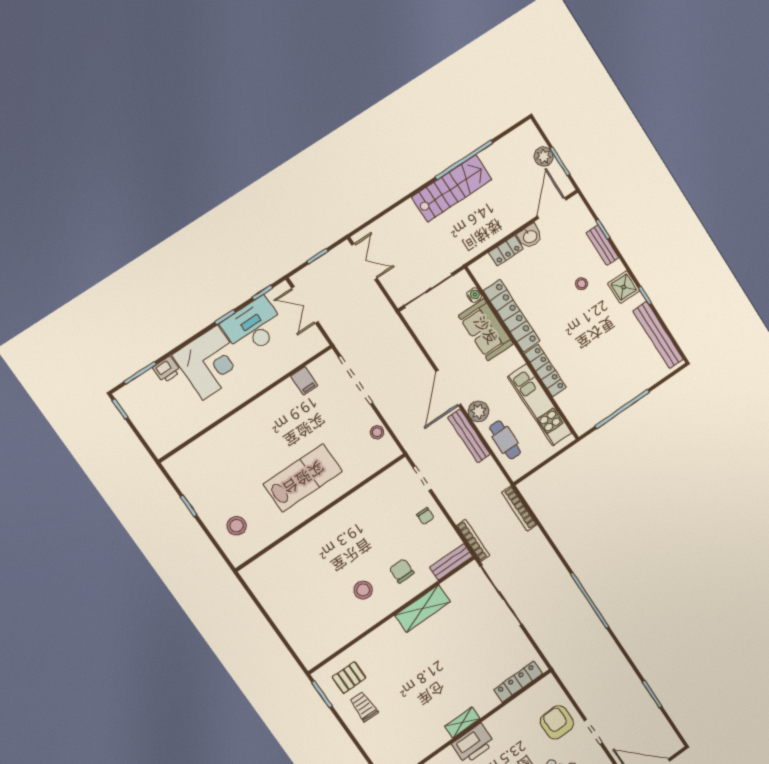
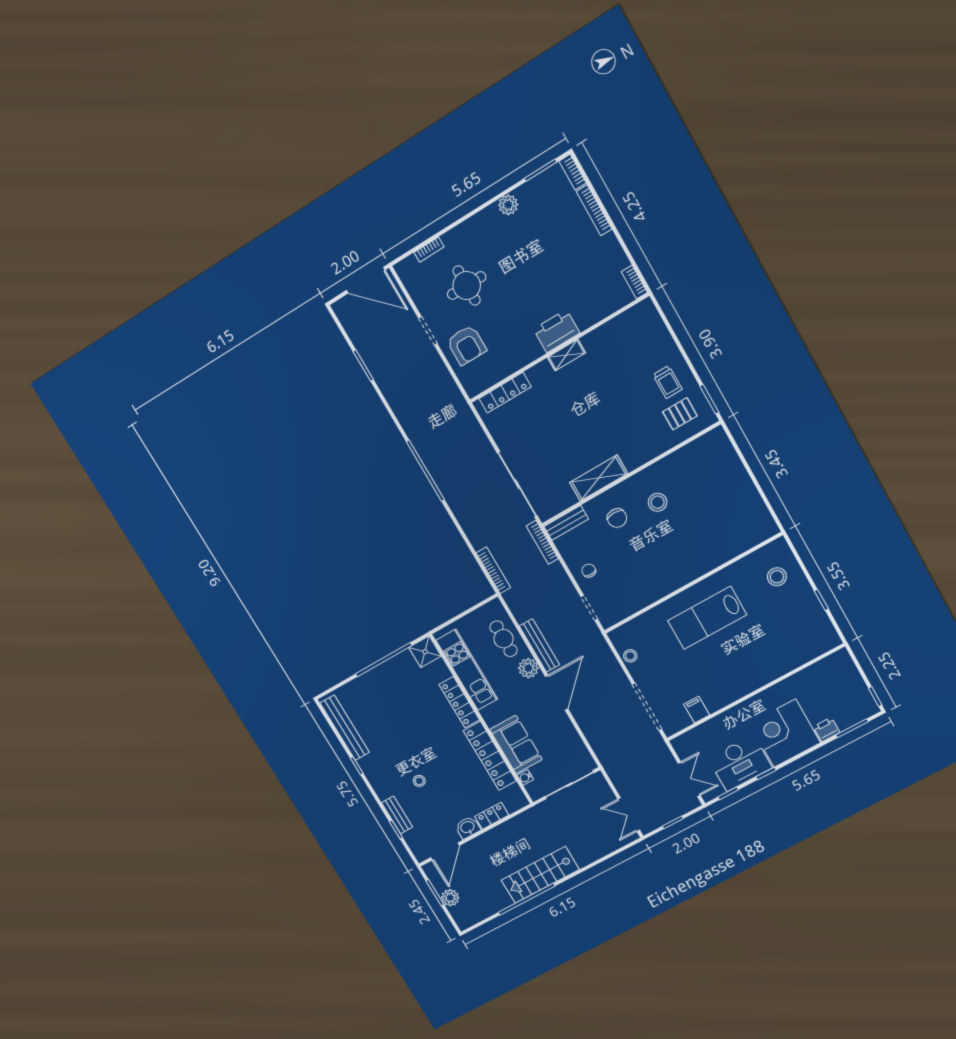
shower: (624, 287) -> (425, 652), moved

